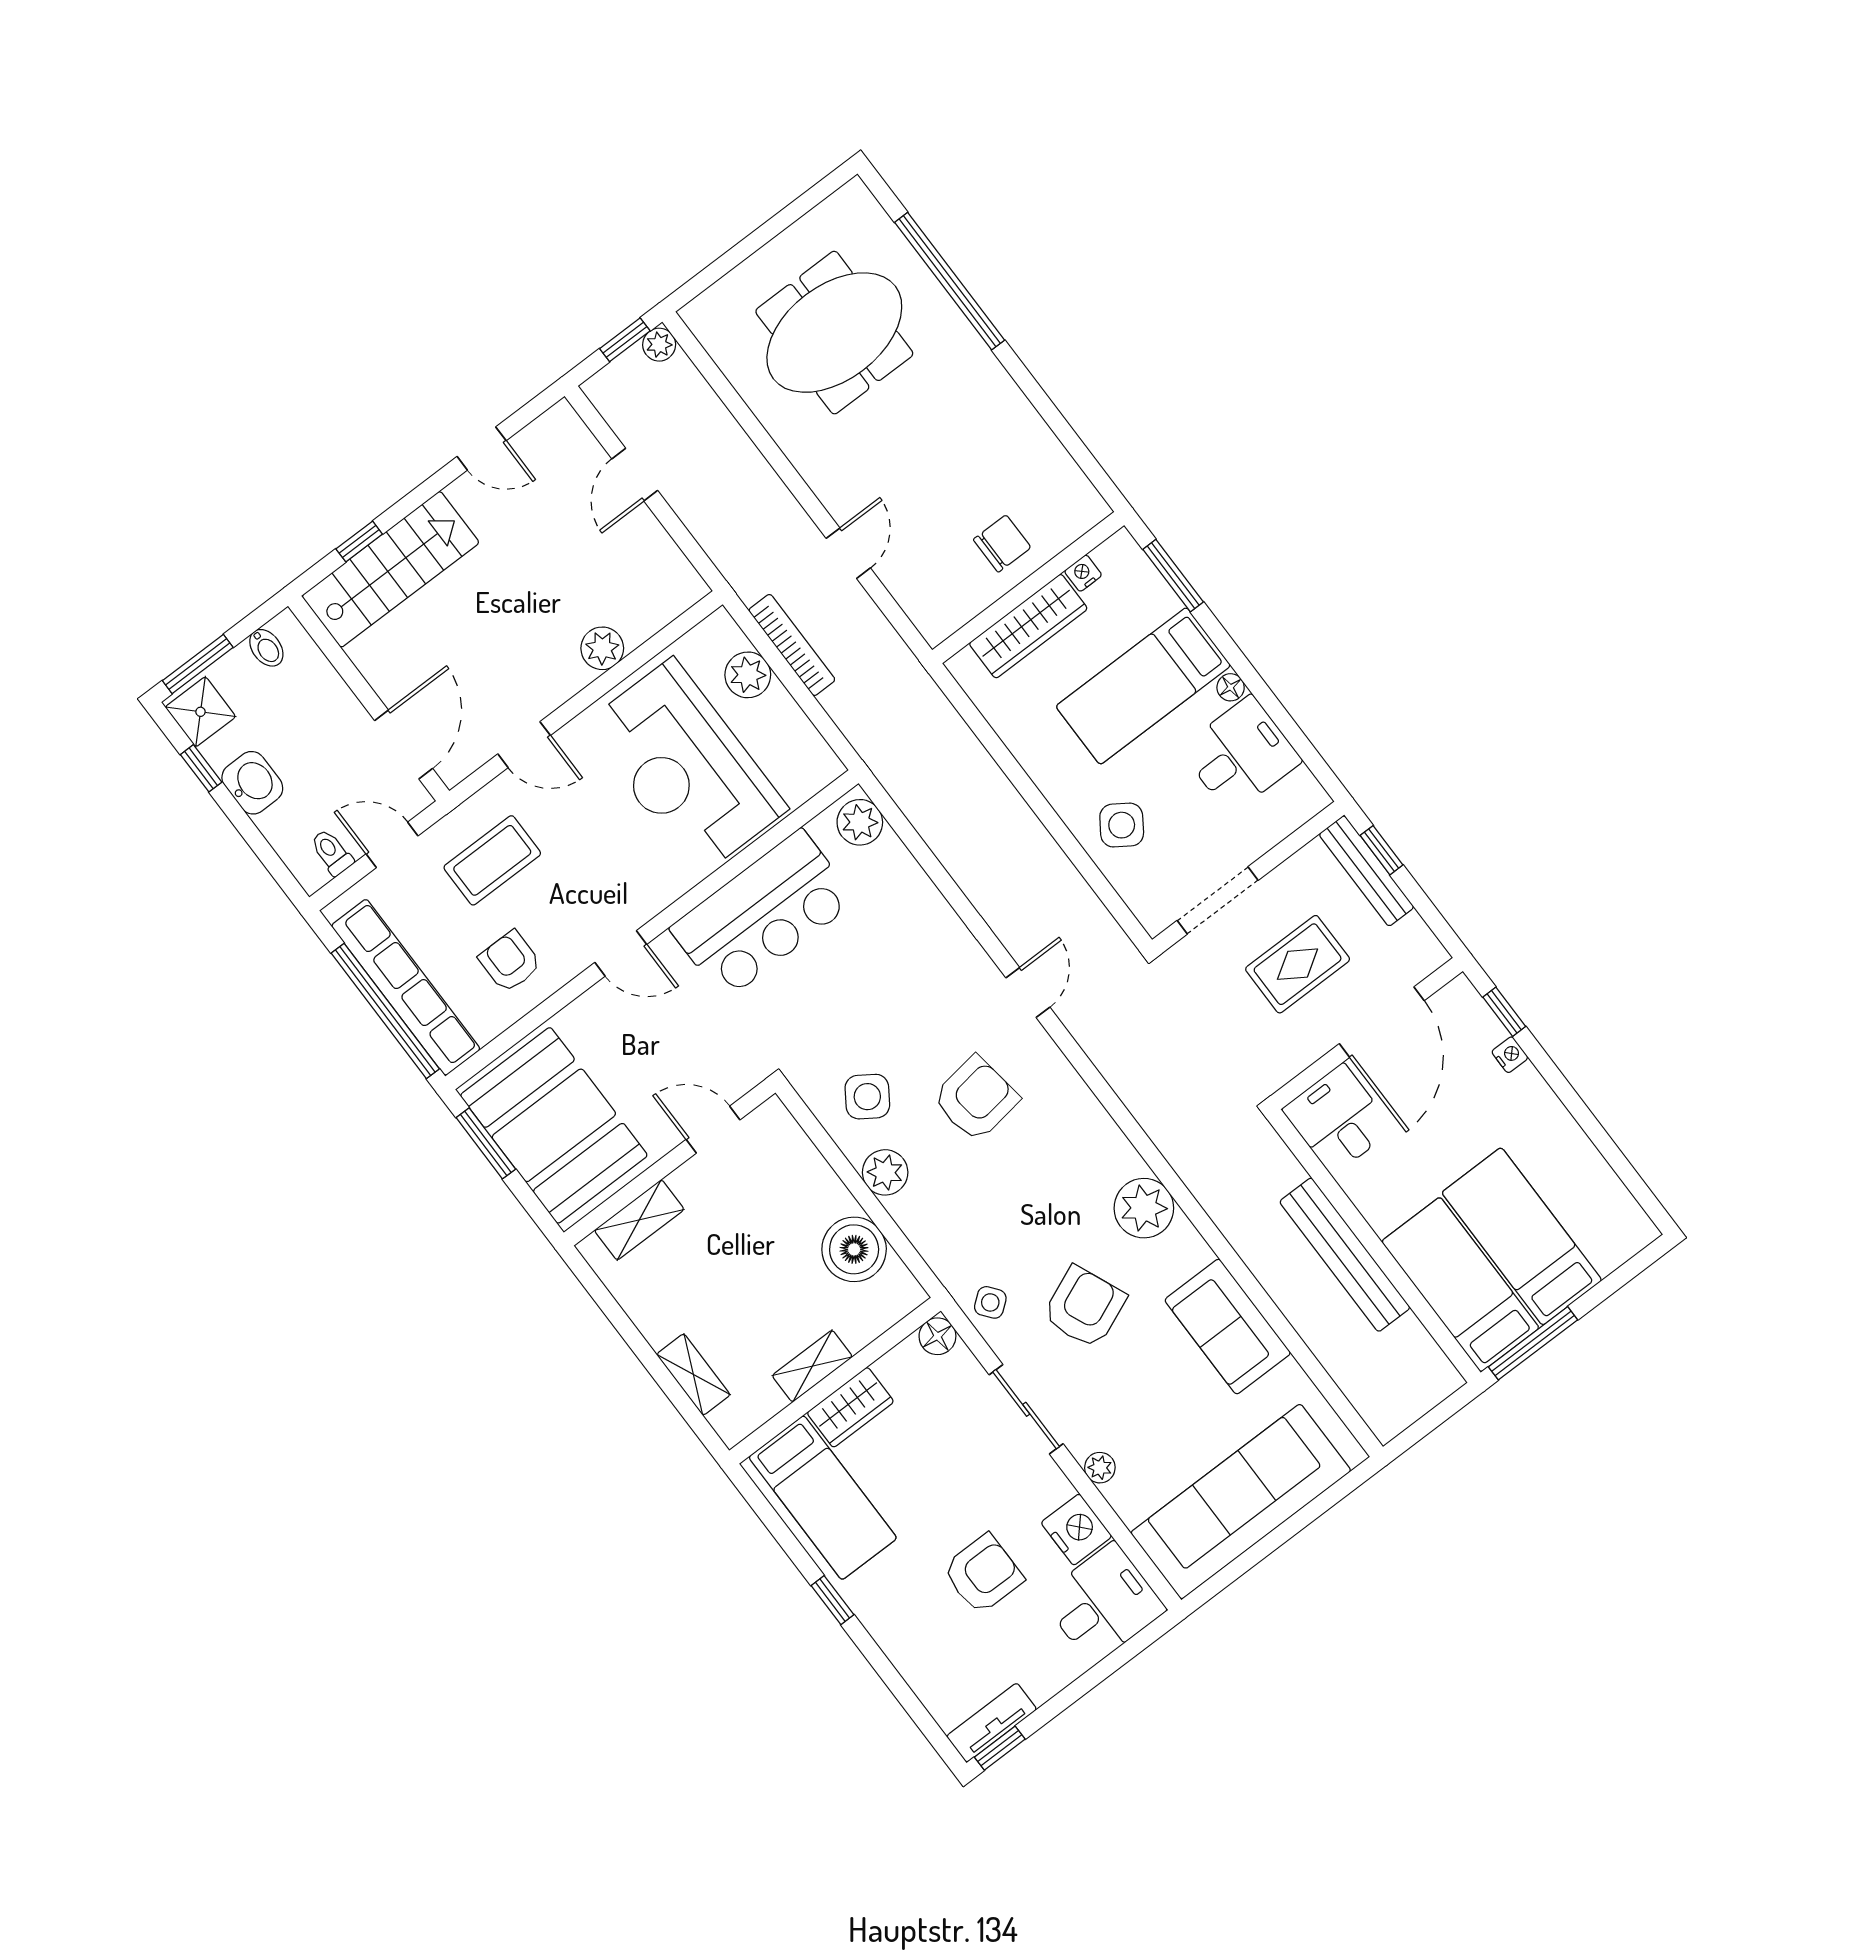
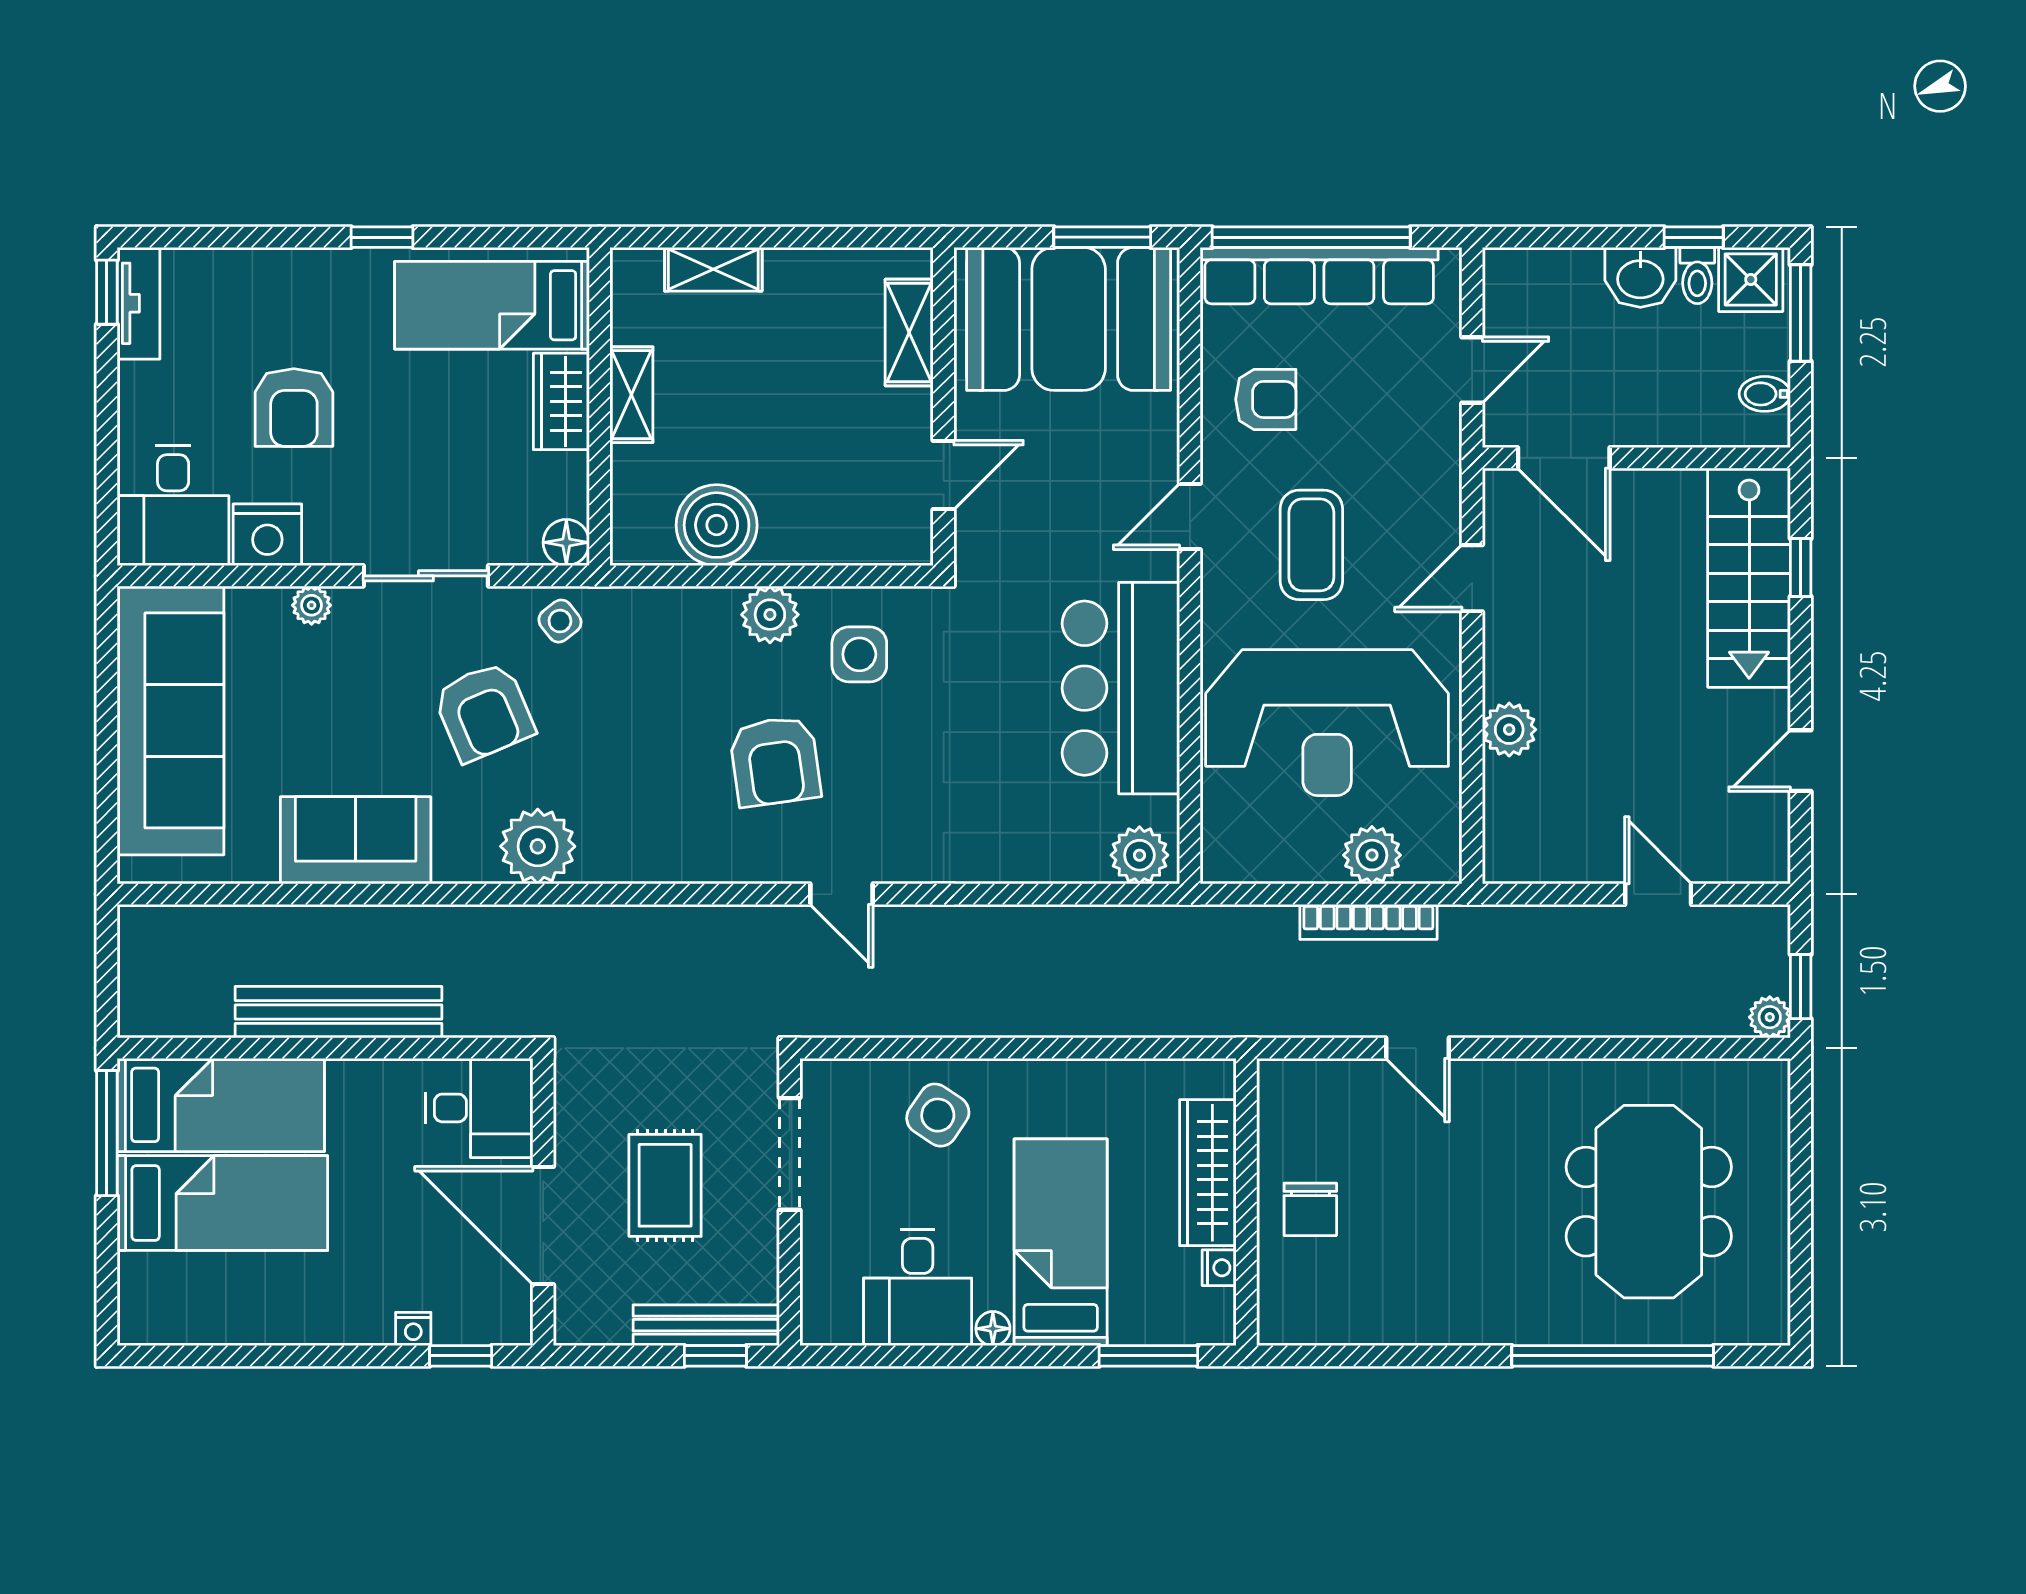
reception desk: (685, 767) -> (1327, 723), turned 180
toilet: (332, 852) -> (1697, 275), moved, turned 90
coffee table: (492, 860) -> (1311, 545), moved
side table: (867, 1097) -> (859, 654), turned -34

